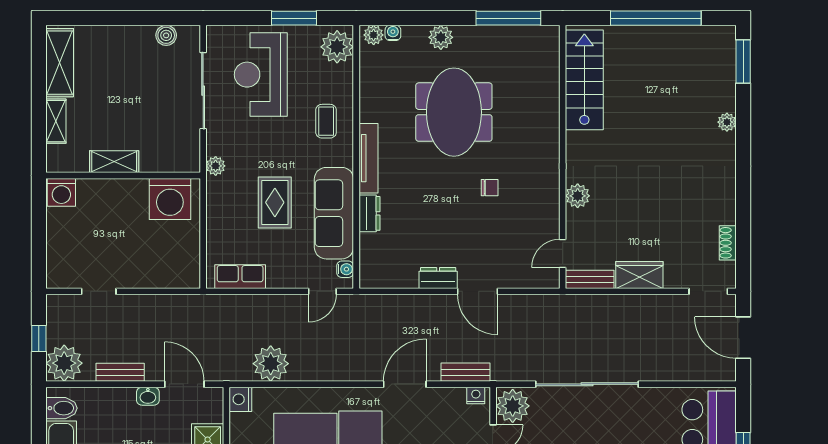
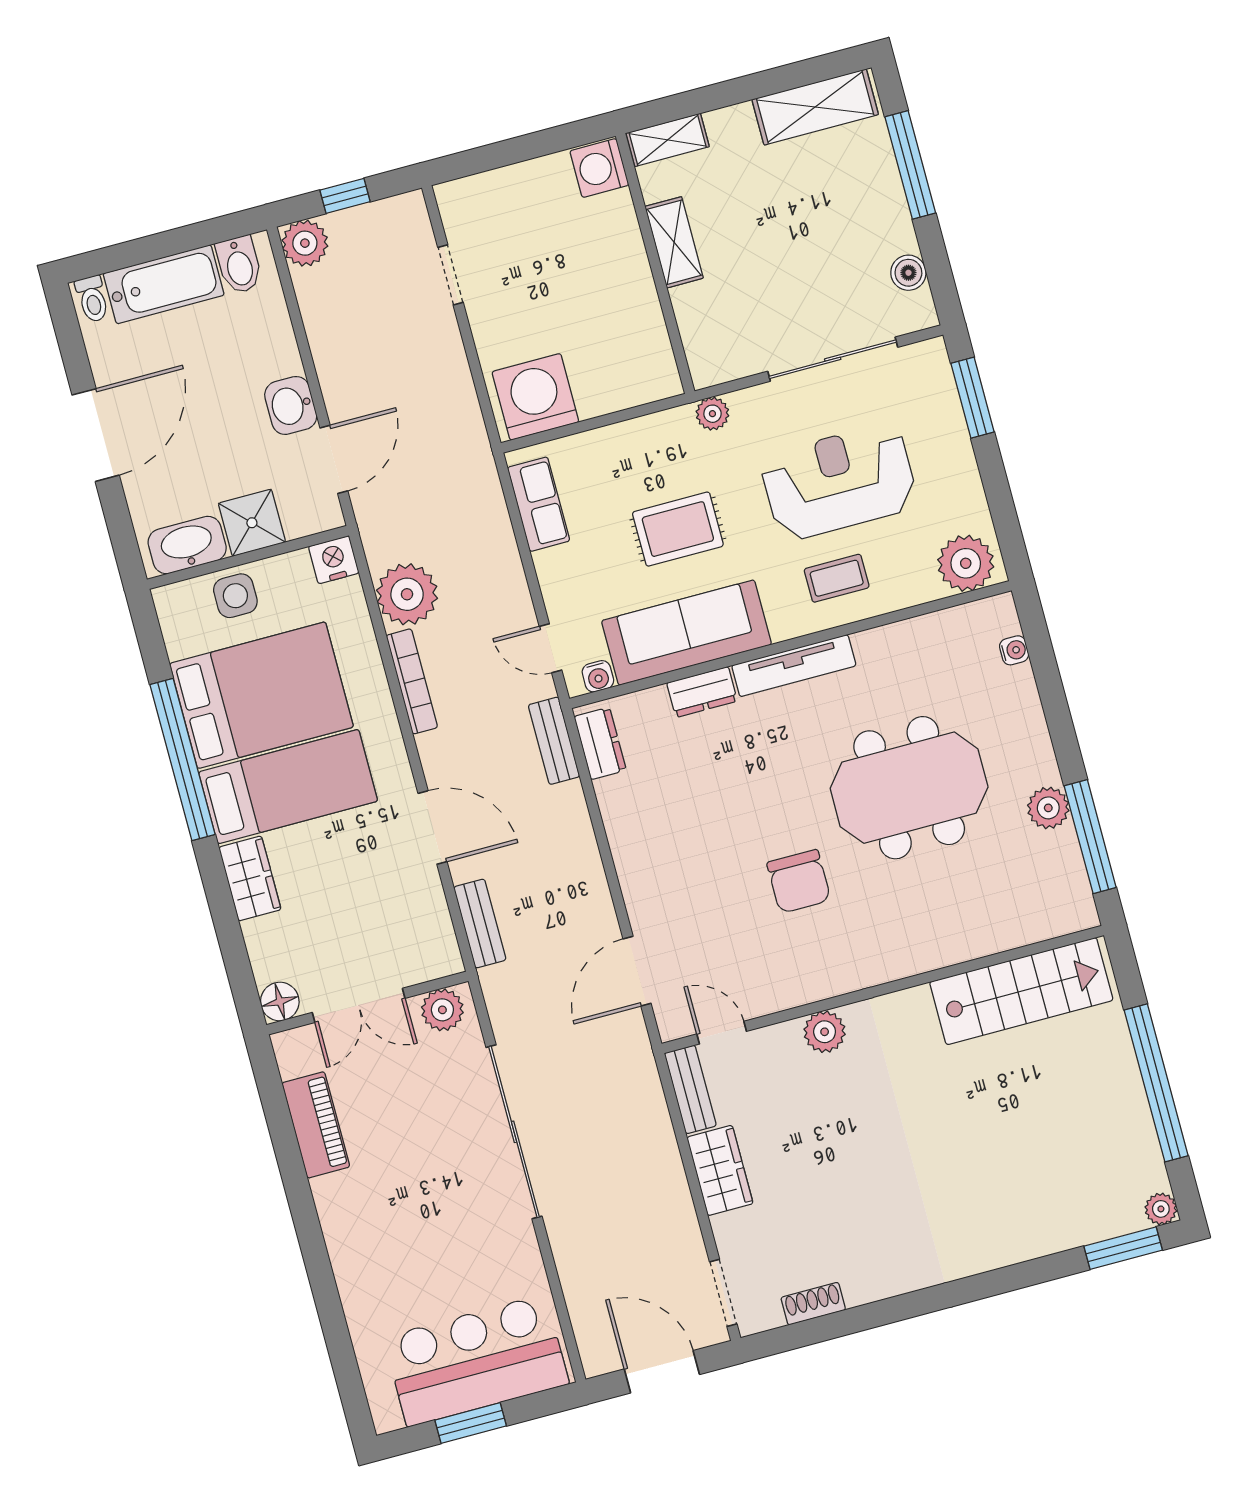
window: (106, 18) -> (910, 165), added
window: (294, 18) -> (973, 398), moved
plant: (374, 35) -> (1002, 619), removed
plant: (441, 37) -> (1048, 808), moved
reception desk: (261, 75) -> (839, 482), moved
shelving: (56, 121) -> (668, 140), moved
plant: (727, 122) -> (1161, 1209), moved
chair: (490, 188) -> (799, 881), width x1.87, depth x1.87
washing machine: (170, 199) -> (535, 397), moved, turned 90
dresser: (438, 278) -> (600, 743), moved
door: (478, 291) -> (637, 971), moved
door: (743, 338) -> (662, 1372), hinge flipped
plant: (64, 363) -> (305, 243), width x0.73, depth x0.73
bench: (120, 372) -> (554, 741), moved
bookcase: (320, 374) -> (412, 681), added
nightstand: (476, 395) -> (446, 951), removed
washbasin: (148, 396) -> (291, 405), width x1.38, depth x1.45
plant: (513, 406) -> (442, 1010), width x0.73, depth x0.73

